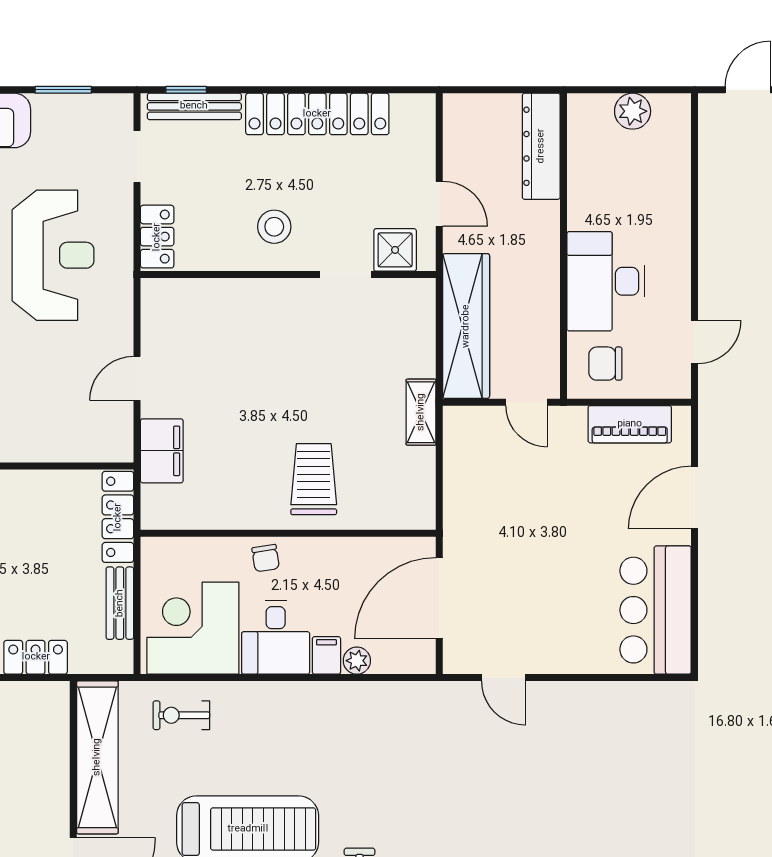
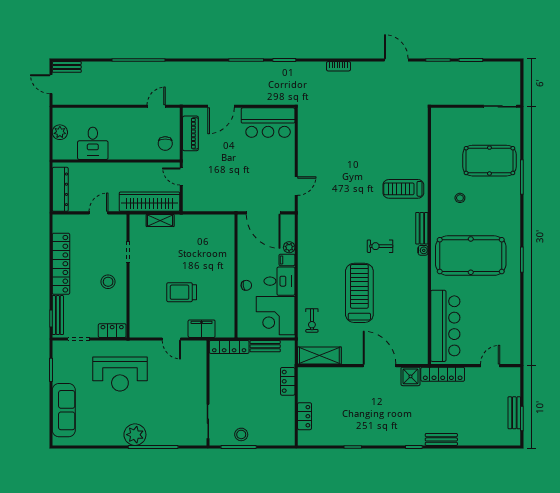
dresser: (541, 146) -> (60, 189), moved, turned -90
shower: (395, 250) -> (118, 231), removed
reception desk: (53, 255) -> (120, 374), turned 180
desk: (606, 281) -> (93, 143), moved, width x0.73
door: (695, 342) -> (156, 106), hinge flipped
door: (526, 402) -> (181, 177), swing flipped
shelving: (421, 412) -> (160, 220), moved
trolley: (314, 479) -> (182, 292), moved
door: (695, 498) -> (221, 106), hinge flipped
shelving: (97, 757) -> (319, 356), width x0.68

